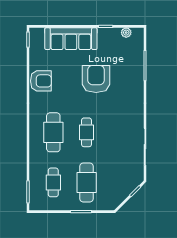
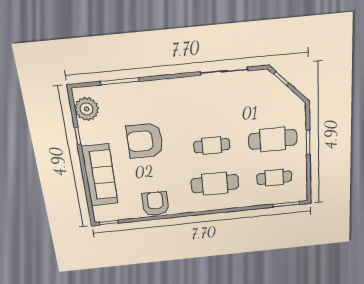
plant: (126, 33) -> (87, 109), width x1.87, depth x1.87

